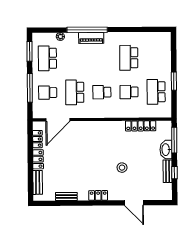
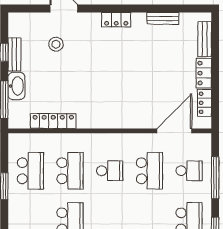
school desk: (129, 92) -> (70, 171), width x1.85
stool: (122, 168) -> (56, 44), moved

